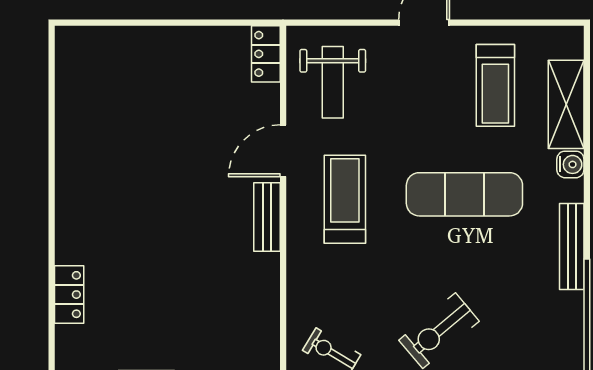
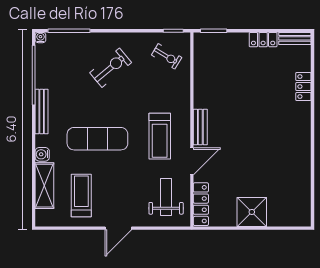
shower: (168, 54) -> (252, 212), added
locker: (266, 54) -> (201, 204), width x1.53

